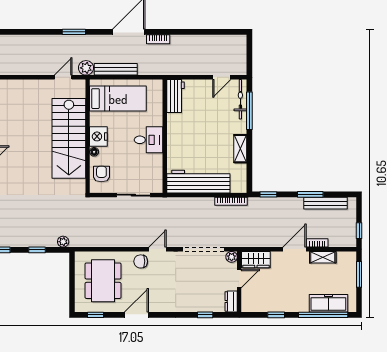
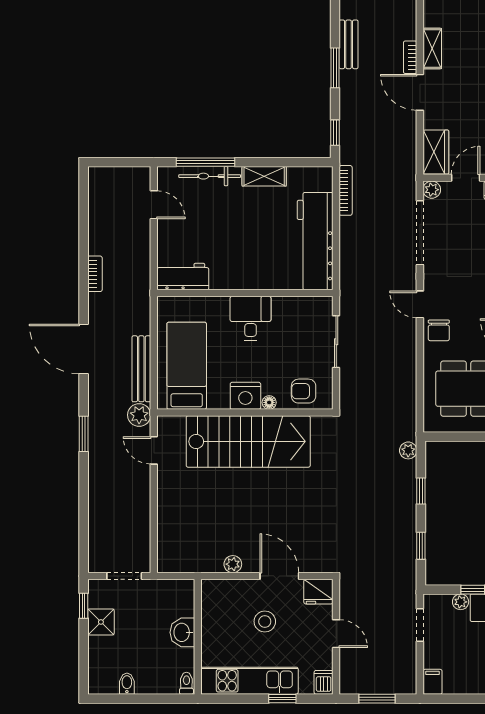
bookcase: (158, 39) -> (95, 274), moved
bicycle: (240, 99) -> (210, 176), moved
bench: (325, 203) -> (349, 44), width x0.73
door: (239, 279) -> (466, 178), hinge flipped

